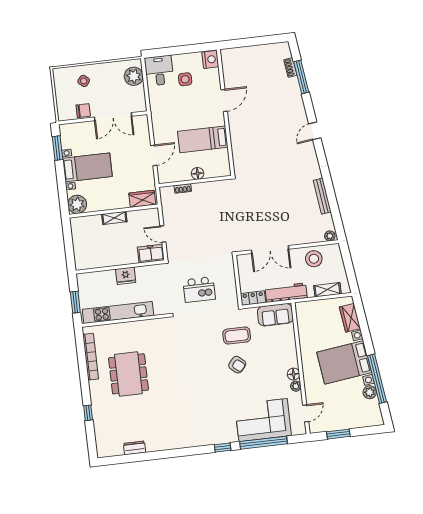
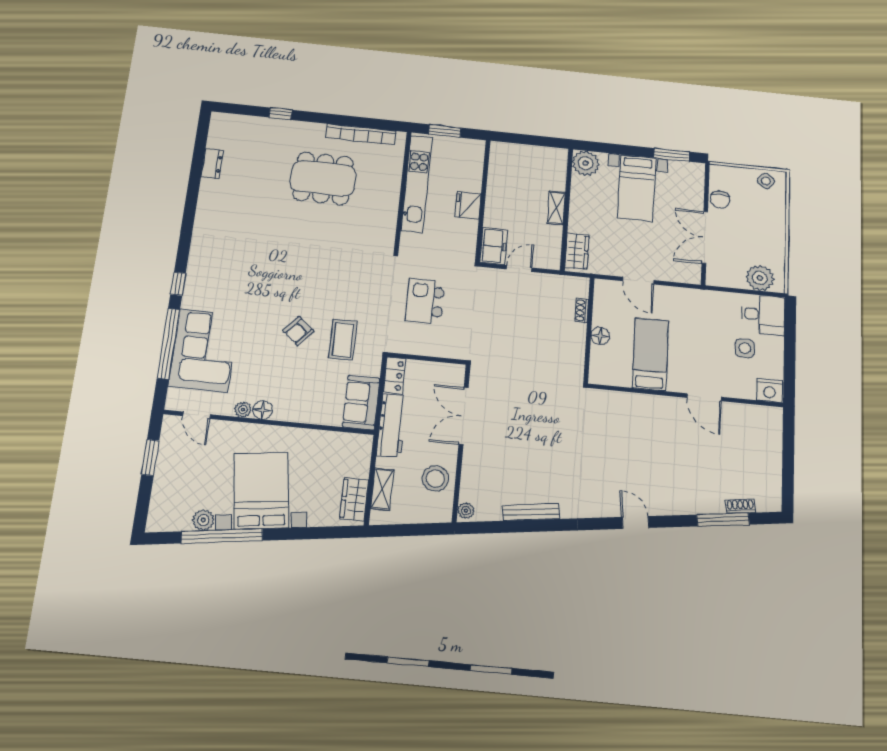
side table: (84, 81) -> (766, 181), moved
wardrobe: (350, 318) -> (354, 499), moved, turned -83

